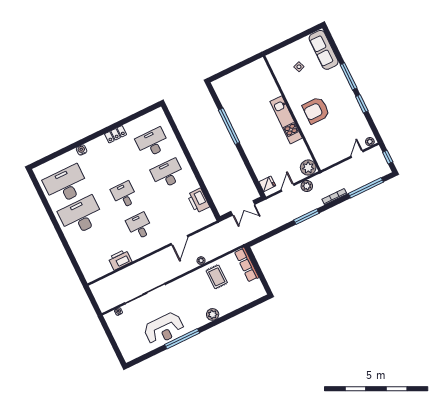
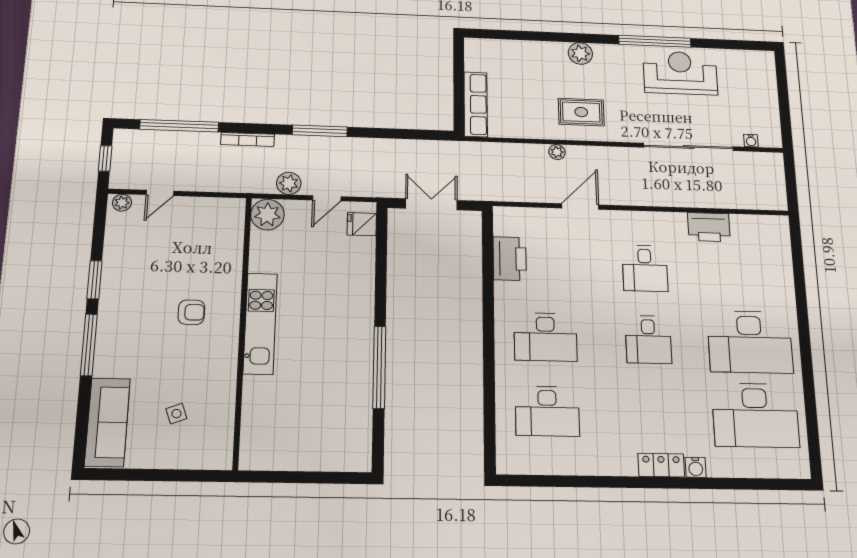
armchair: (316, 110) -> (191, 312), width x0.53, depth x0.53
locker: (116, 134) -> (661, 465), moved
rug: (217, 277) -> (581, 112), moved, turned 90

